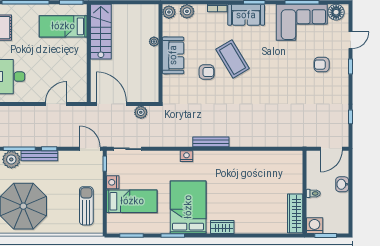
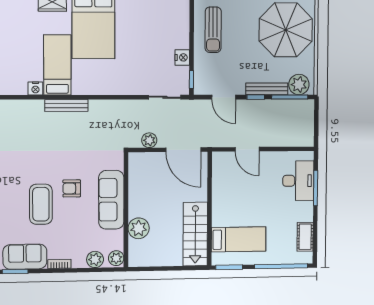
plant: (154, 42) -> (139, 228), width x1.88, depth x1.88
sofa: (173, 55) -> (111, 200), width x1.36
coffee table: (232, 59) -> (41, 204), turned 31
door: (56, 104) -> (247, 149), hinge flipped
door: (90, 149) -> (224, 97), moved
nightstand: (186, 156) -> (35, 88), moved
bed: (132, 201) -> (57, 65), moved, turned 90

